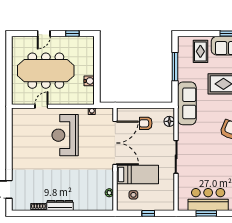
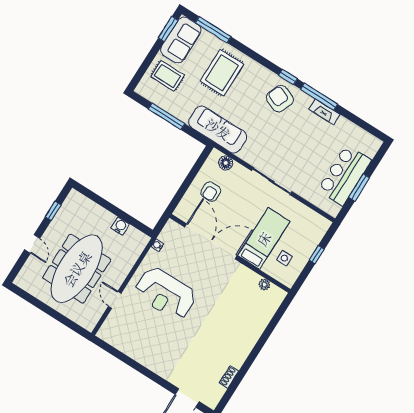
dresser: (60, 206) -> (243, 351), removed

